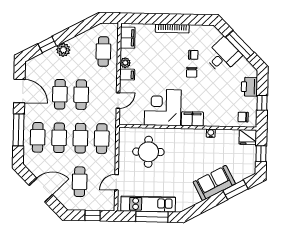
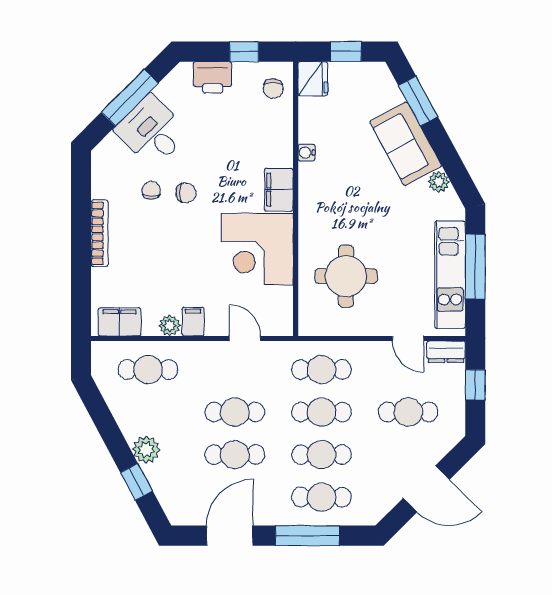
door: (41, 190) -> (426, 489), swing flipped
plant: (195, 199) -> (439, 182), added
dresser: (109, 201) -> (446, 352), added

